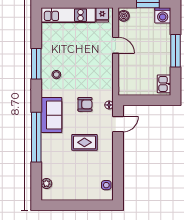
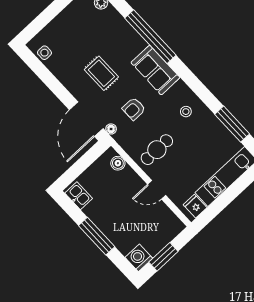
boiler: (124, 16) -> (118, 163), moved
window: (36, 64) -> (232, 124), moved
cafe table: (94, 68) -> (157, 150), added
door: (118, 124) -> (86, 119), width x1.88
rug: (84, 142) -> (101, 73), turned 90

